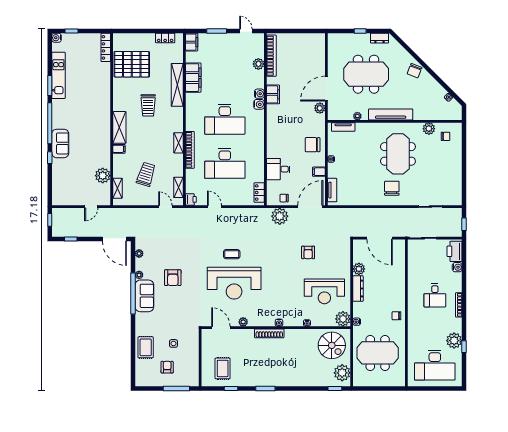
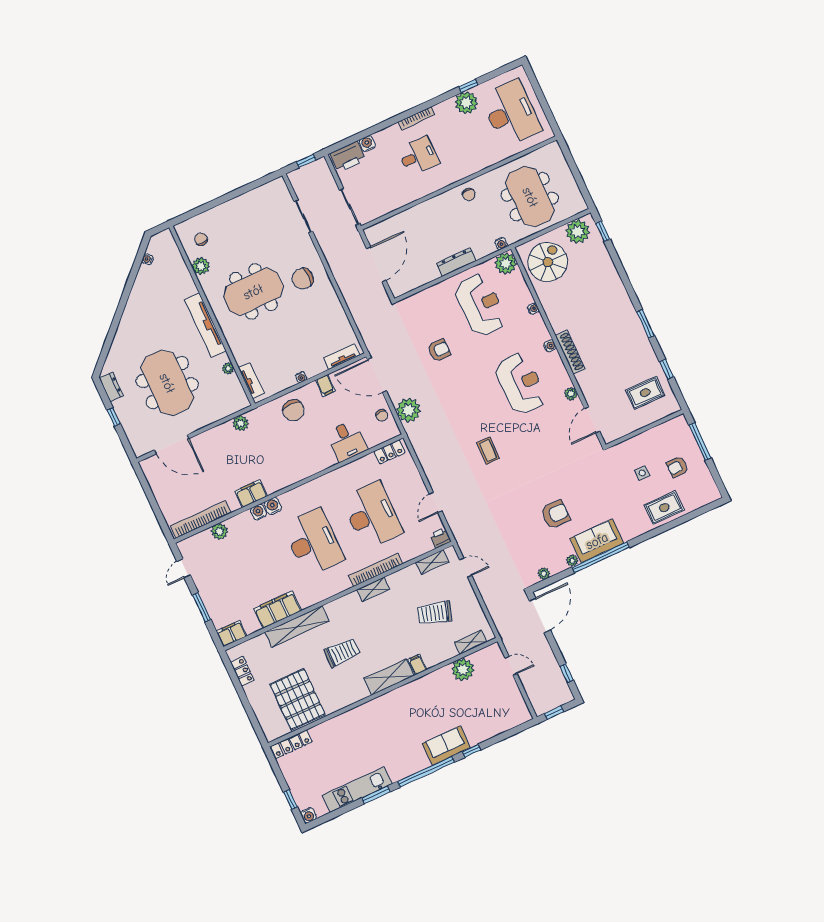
chair: (415, 71) -> (133, 321), removed
door: (326, 89) -> (172, 444), moved
door: (165, 207) -> (466, 568), swing flipped
plant: (359, 269) -> (430, 273), removed
reception desk: (234, 283) -> (521, 384), moved, width x0.74, depth x0.77

